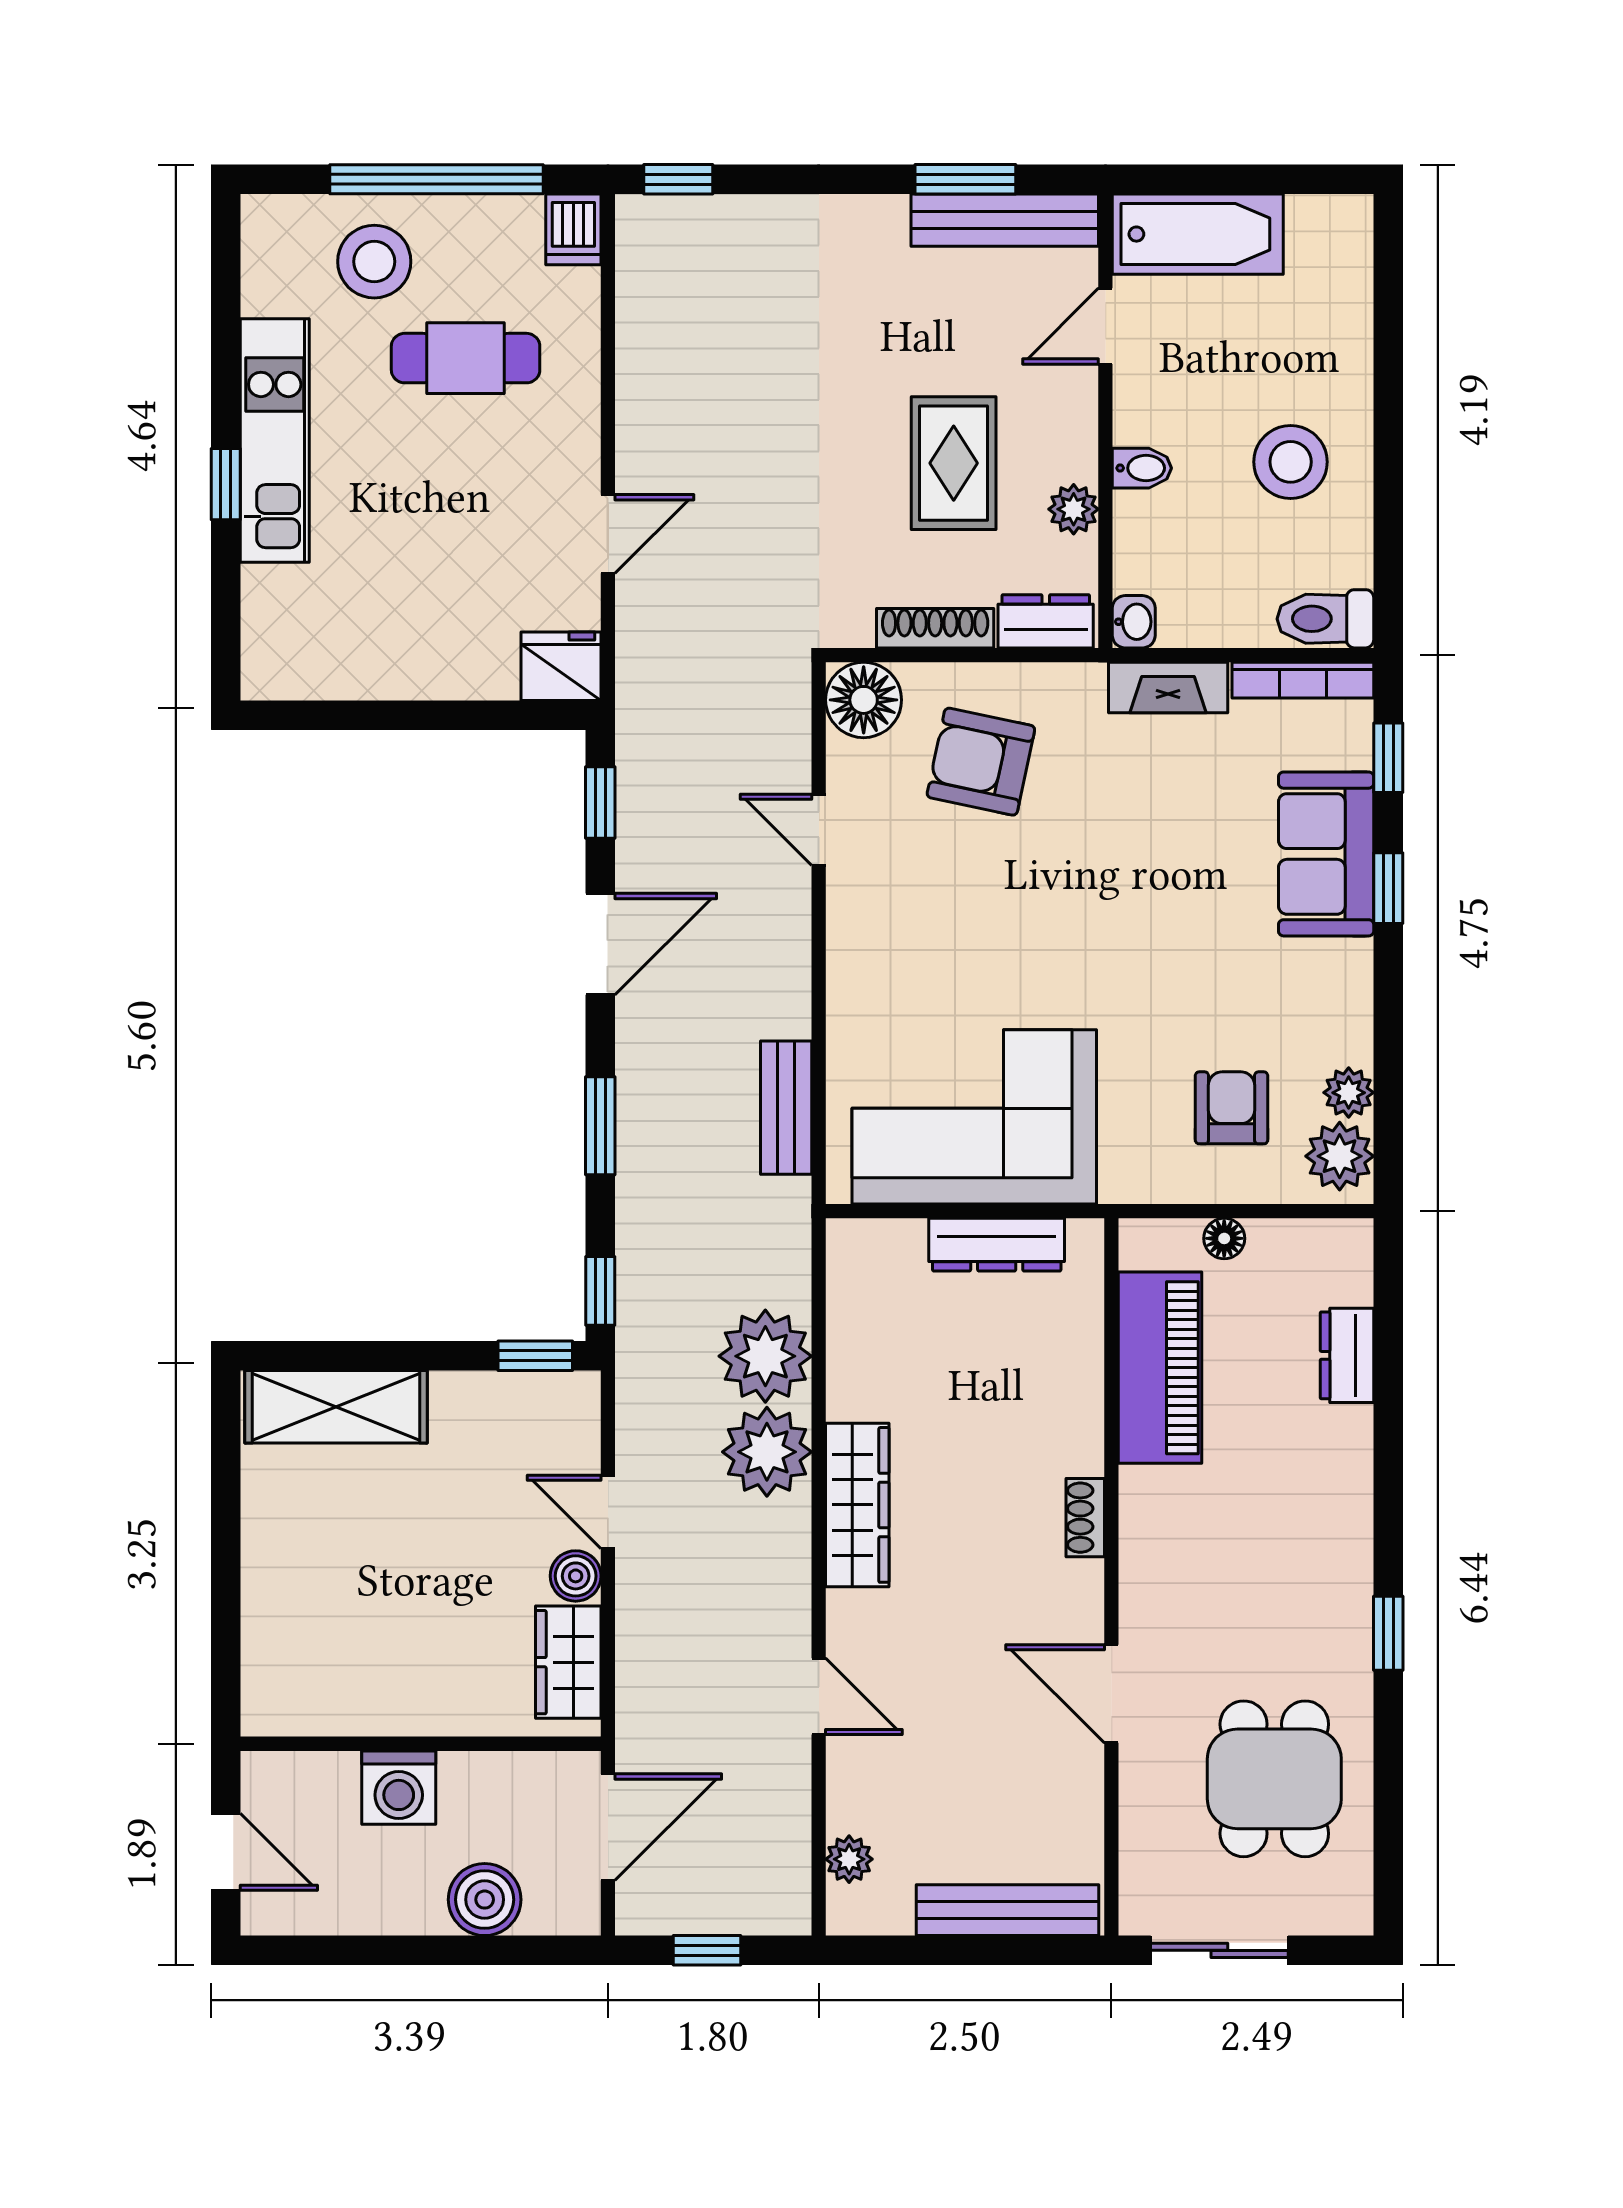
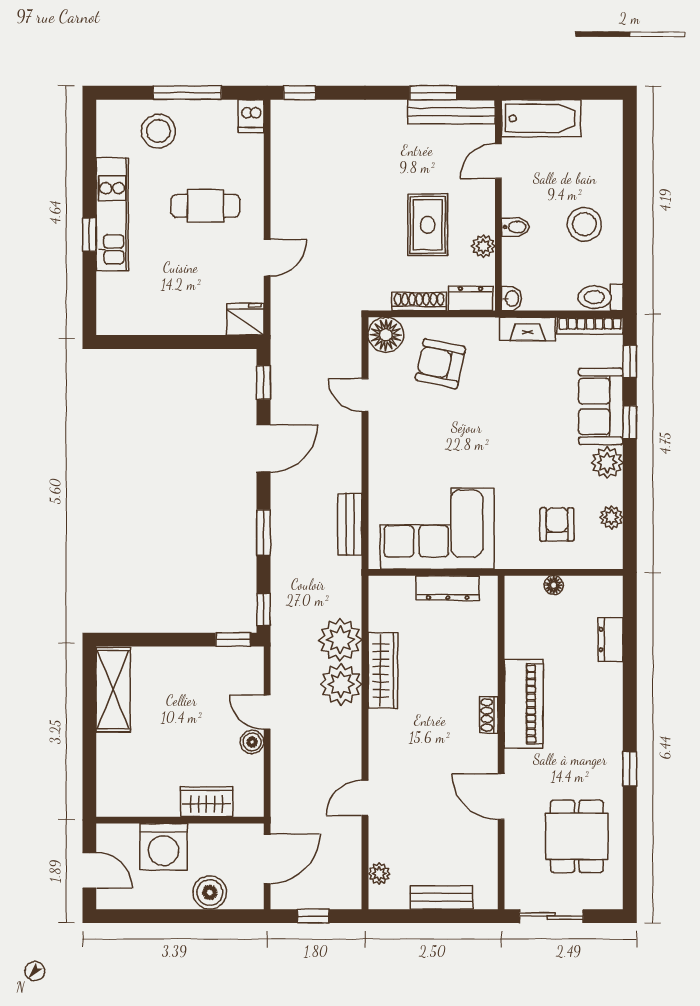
window: (437, 179) -> (187, 93), width x0.68
cafe table: (466, 358) -> (205, 206), moved
plant: (1340, 1156) -> (607, 463), moved
piano: (1160, 1368) -> (524, 704), moved
shelving: (336, 1407) -> (113, 690), moved, turned 90
wardrobe: (857, 1505) -> (383, 670), moved
wardrobe: (568, 1662) -> (207, 802), moved, turned 90
door: (819, 1696) -> (365, 798), swing flipped
washing machine: (399, 1788) -> (163, 847), width x1.37, depth x1.37
bench: (1008, 1910) -> (442, 897), width x0.73

